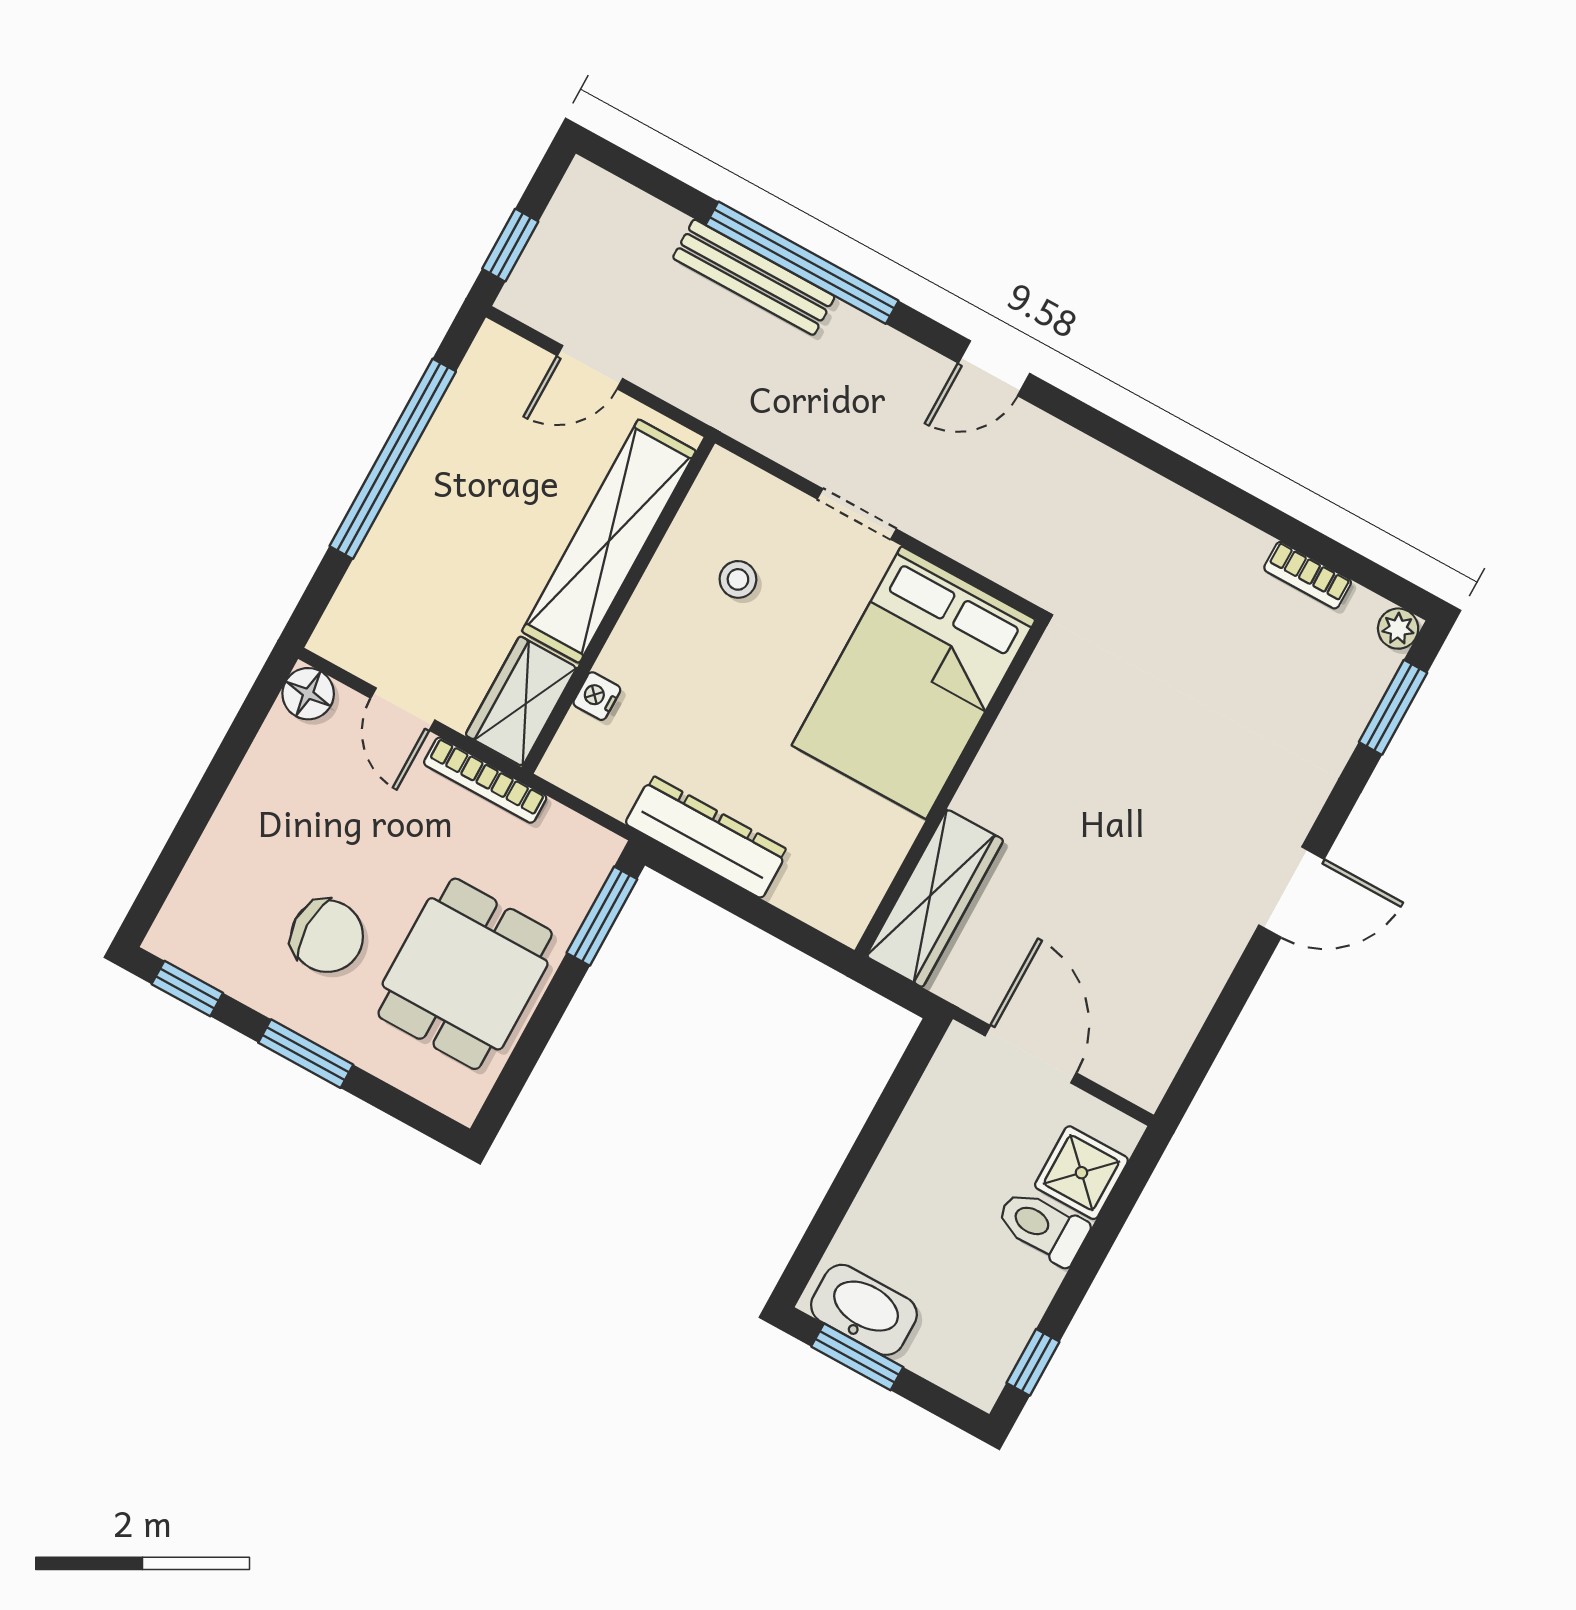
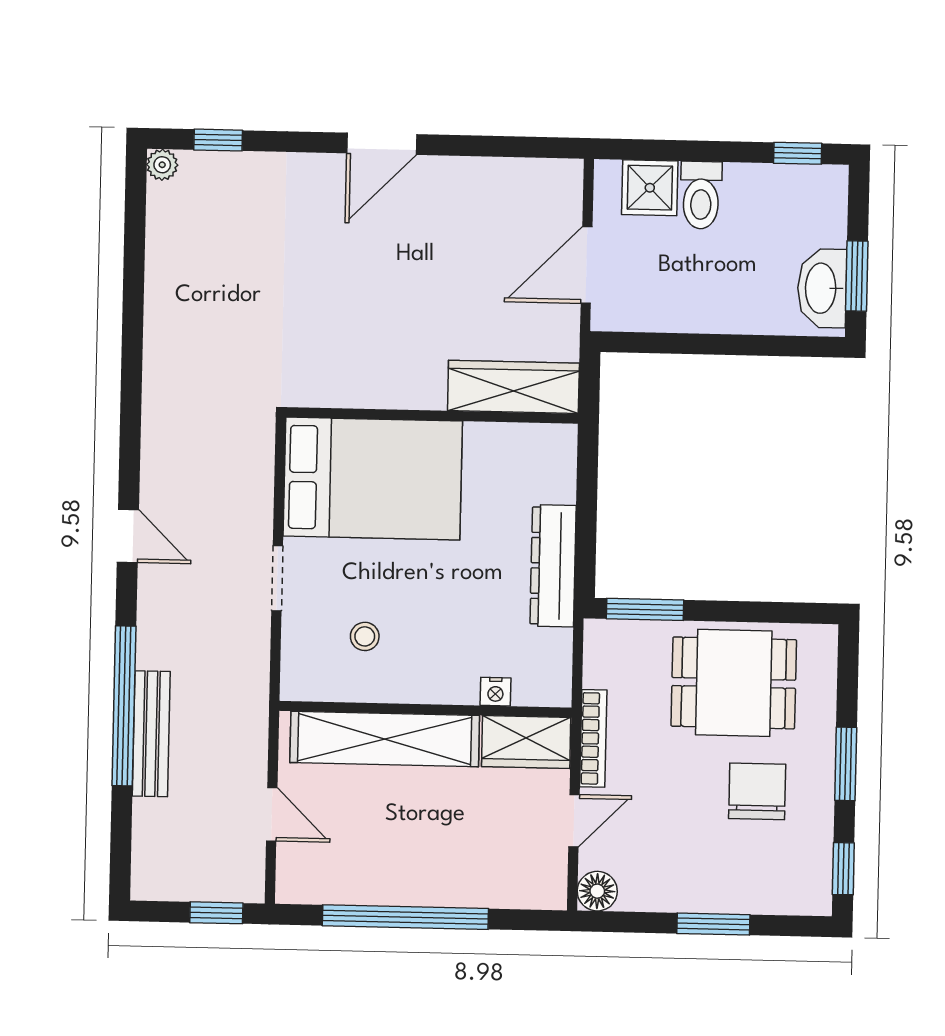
bookcase: (1308, 575) -> (158, 246), removed
window: (1393, 707) -> (218, 140), width x0.67
window: (201, 807) -> (713, 924), added
door: (1291, 892) -> (382, 144), swing flipped

